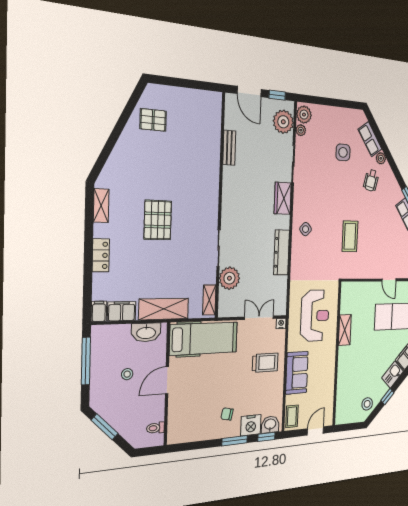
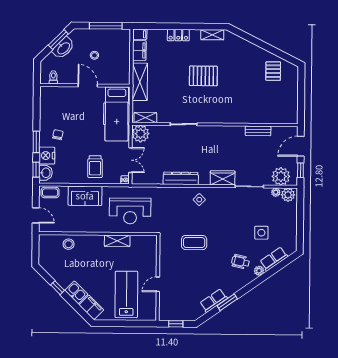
plant: (229, 278) -> (140, 134), moved
washbasin: (146, 332) -> (63, 48), moved, turned -135
stool: (367, 404) -> (69, 244), moved

